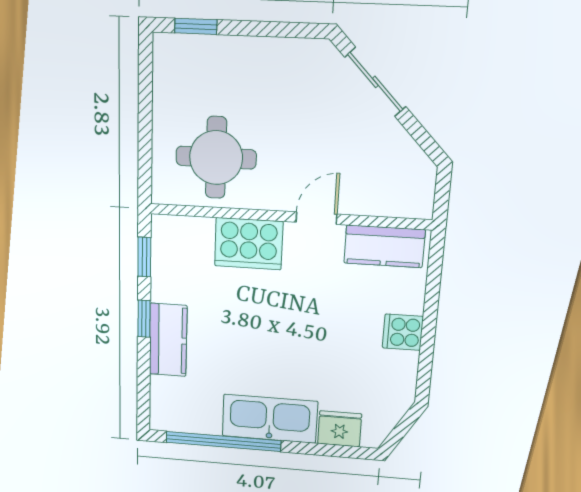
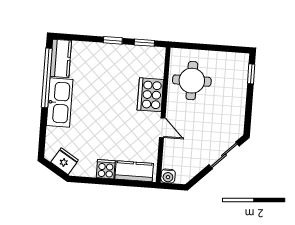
water cooler: (419, 204) -> (168, 176), added
kitchen counter: (384, 246) -> (134, 171), moved, turned 90
kitchen counter: (168, 340) -> (61, 58), moved, turned -90
fridge: (340, 429) -> (65, 161), moved, turned -59

